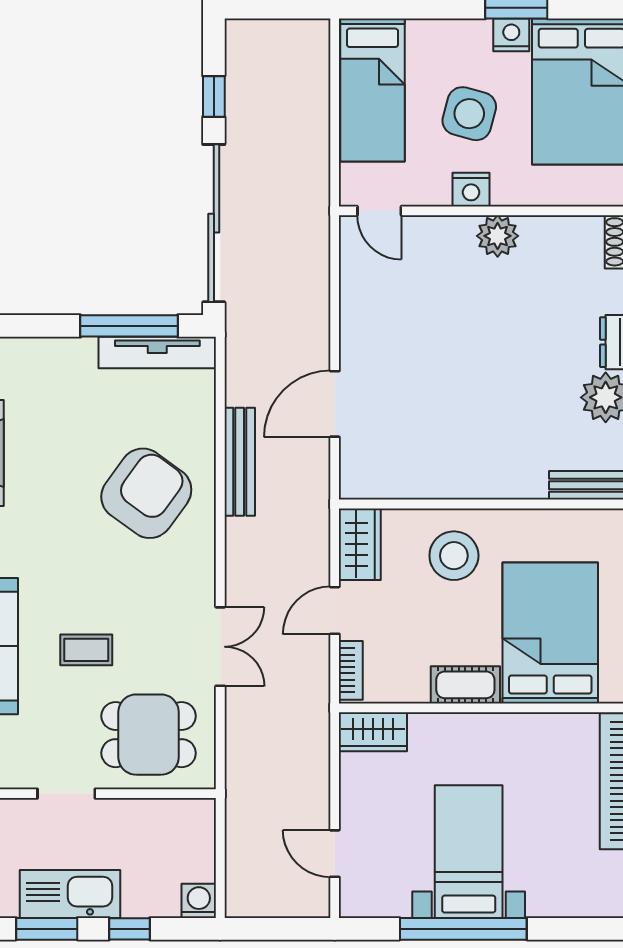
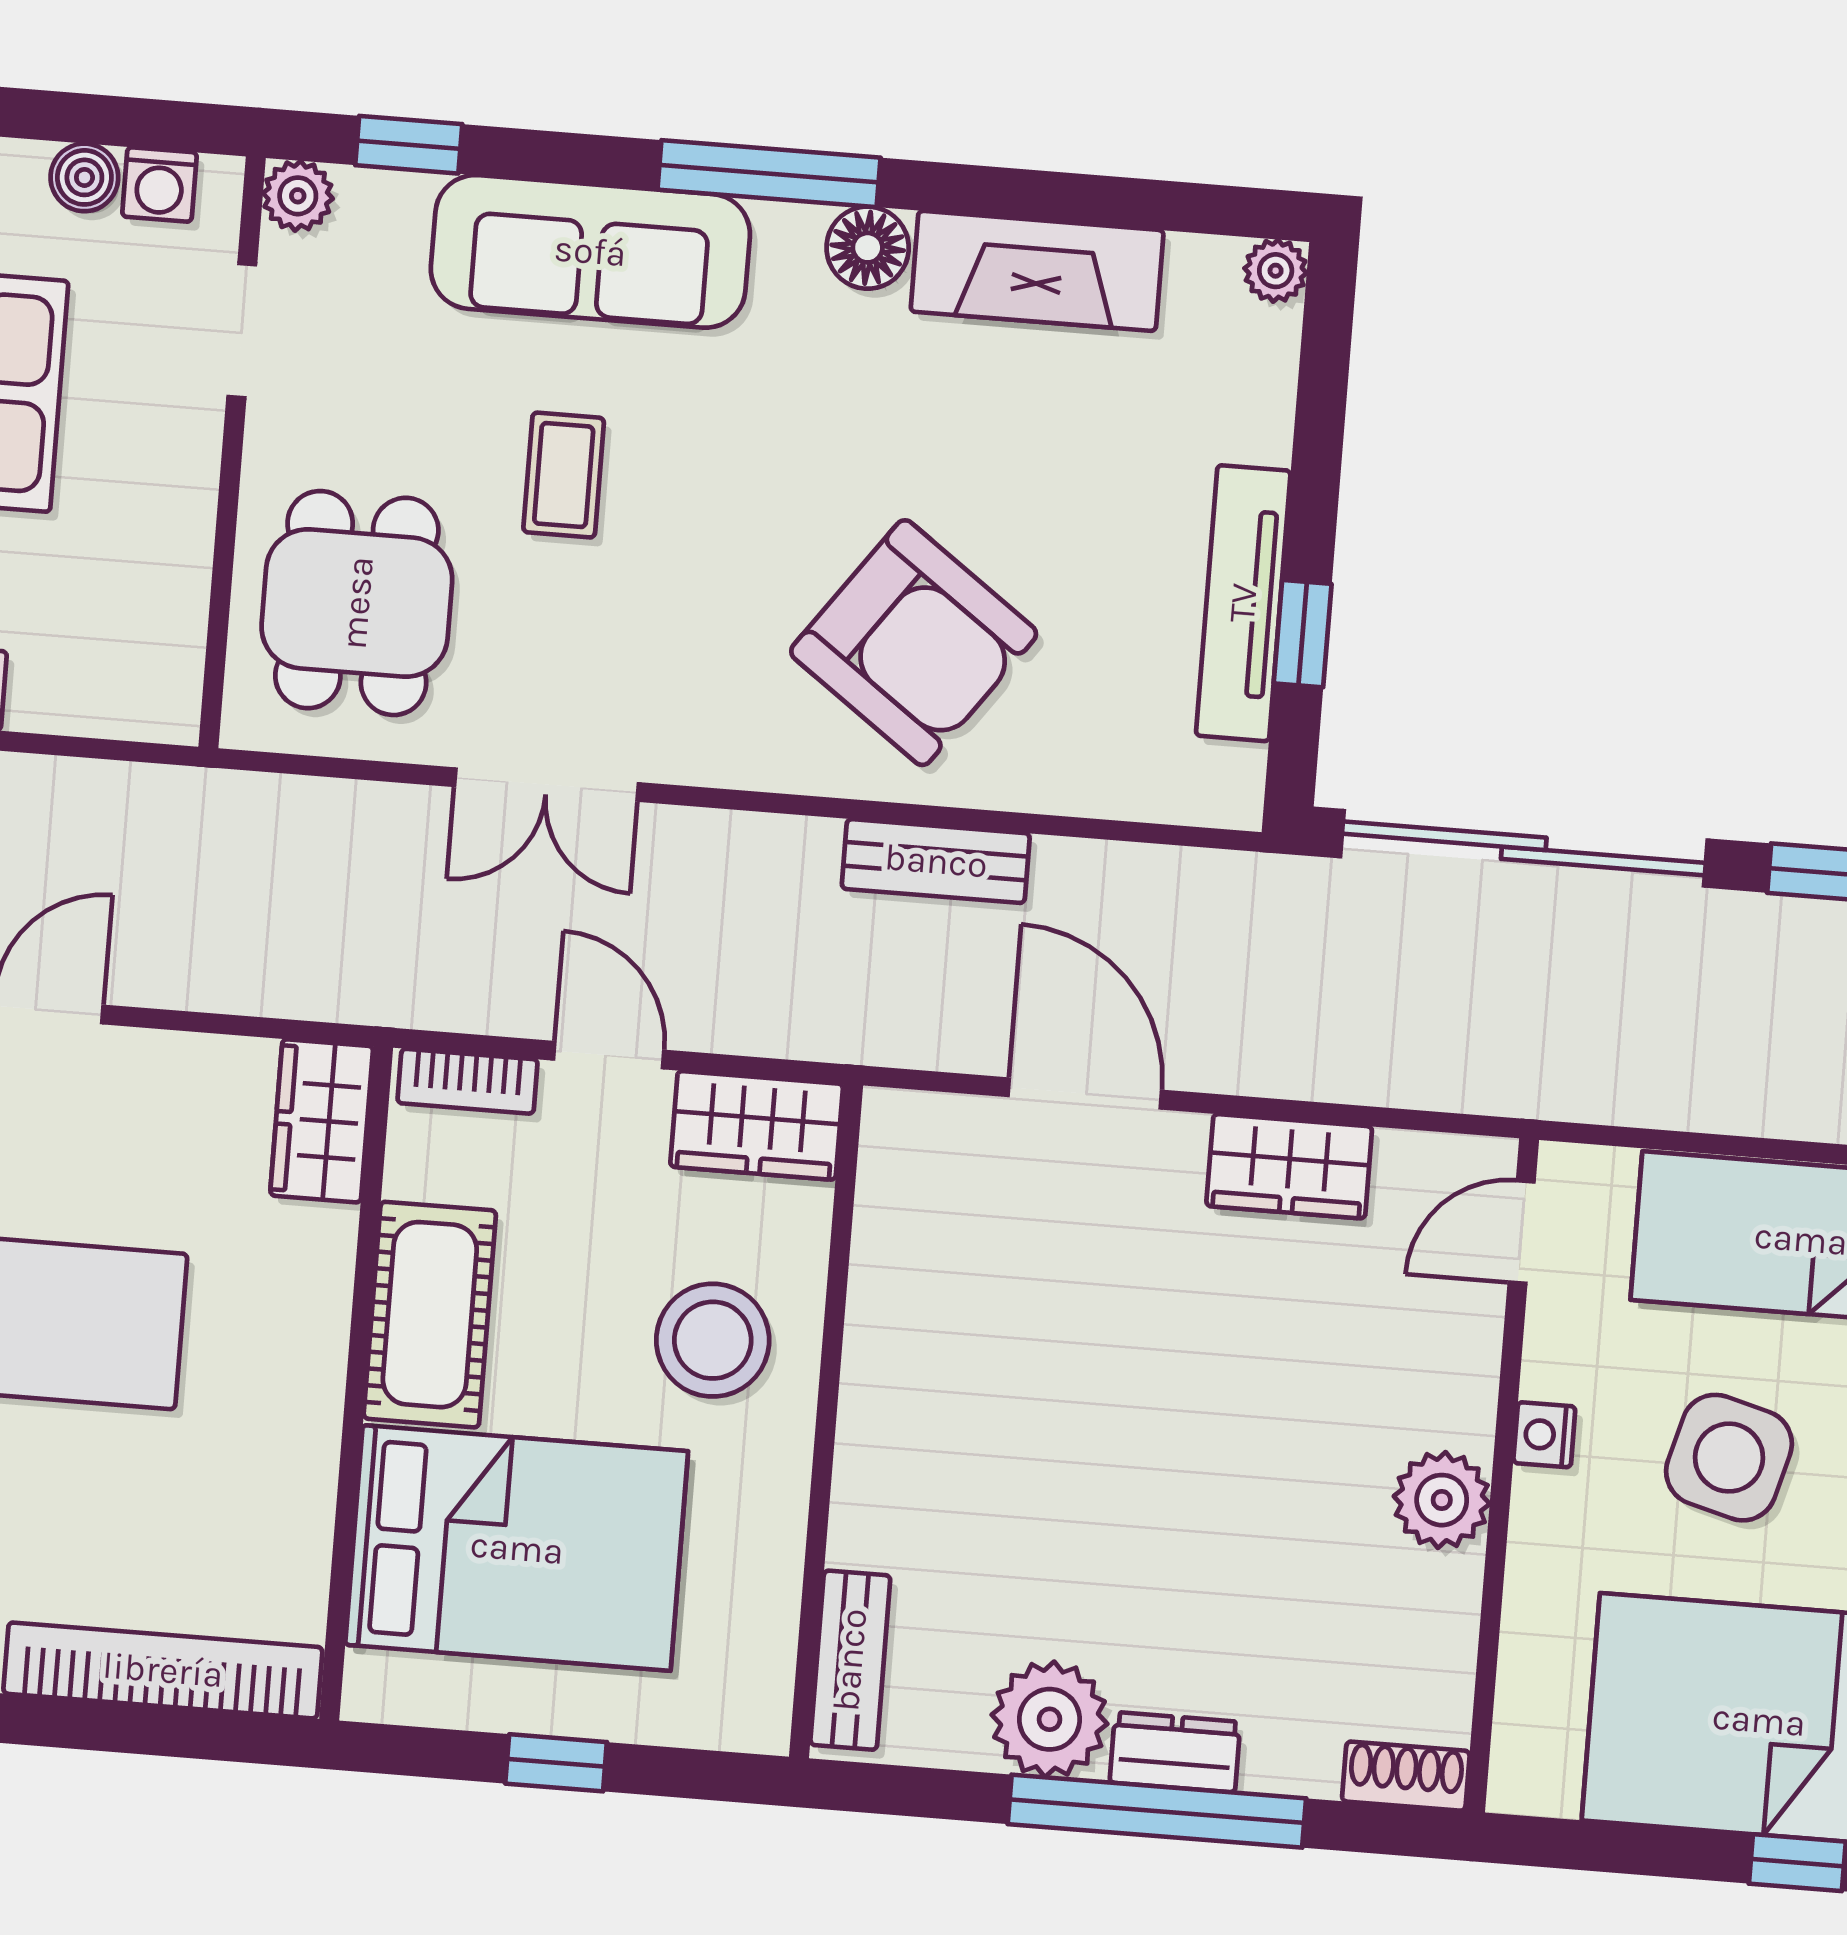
nightstand: (471, 190) -> (1544, 1435), width x0.72, depth x0.74
wardrobe: (359, 313) -> (1289, 1166), added
window: (129, 326) -> (1303, 634), width x0.46
tv unit: (157, 353) -> (1243, 603), moved
bench: (240, 462) -> (936, 861), width x0.73
cot: (465, 685) -> (430, 1315), width x1.37, depth x1.34
doorway: (66, 794) -> (242, 331), moved

